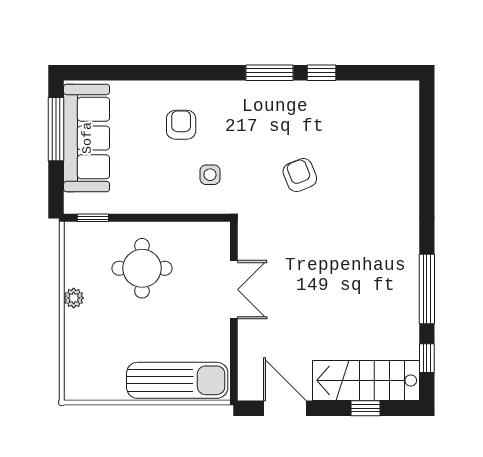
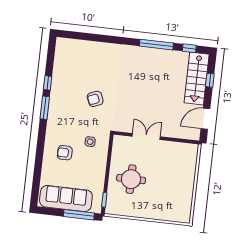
window: (56, 129) -> (79, 215), moved
plant: (74, 298) -> (141, 213), removed
sun lounger: (177, 380) -> (186, 168), removed

